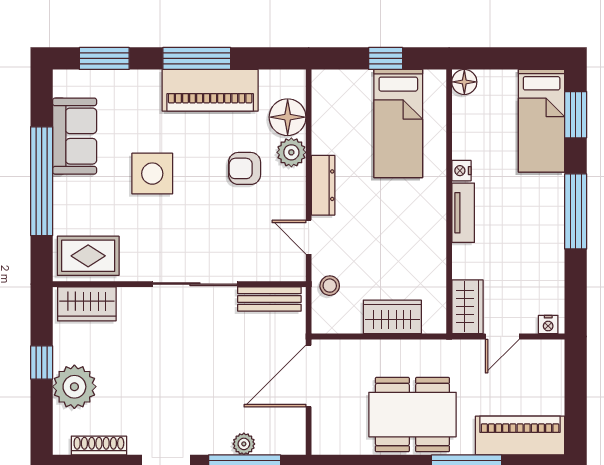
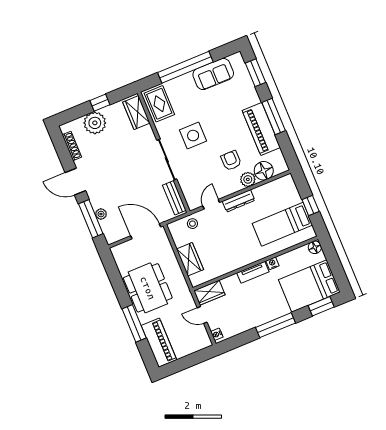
bed: (542, 121) -> (309, 286), width x1.50
side table: (152, 174) -> (193, 136), moved

